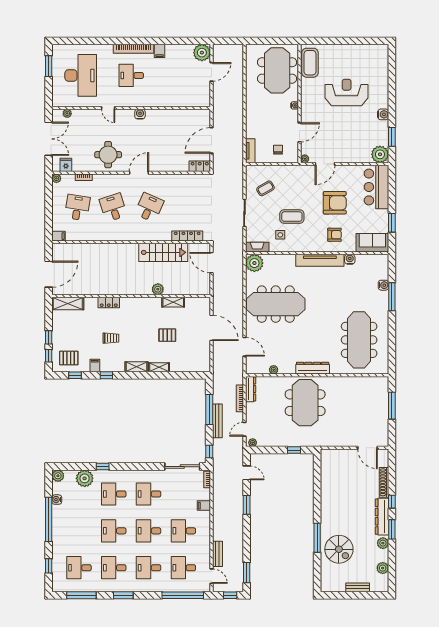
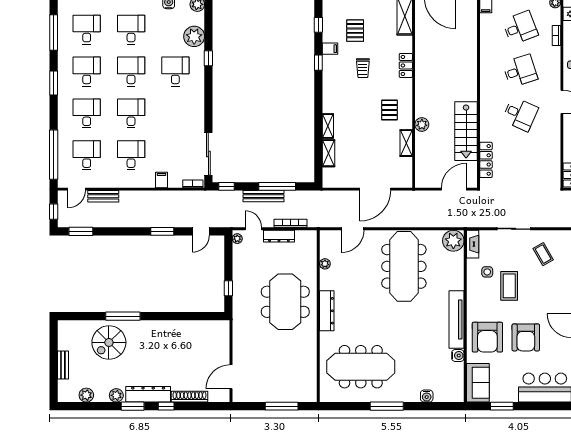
desk: (77, 207) -> (520, 28), turned -30
armchair: (334, 235) -> (487, 337), width x1.88, depth x1.88
window: (392, 297) -> (387, 406), moved
pallet: (167, 335) -> (390, 110), moved
pallet: (69, 358) -> (355, 31), moved
shelving: (137, 367) -> (328, 153), moved
dresser: (251, 389) -> (279, 236), moved
meeting table: (305, 403) -> (285, 302), turned 90
desk: (149, 494) -> (131, 30), moved

